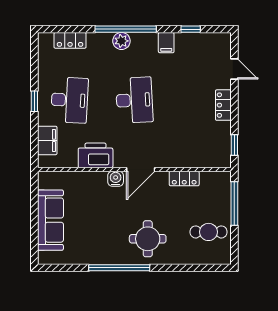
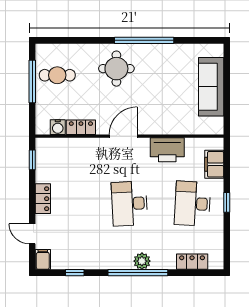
filing cabinet: (166, 43) -> (43, 259), moved
water cooler: (116, 179) -> (58, 127), moved
window: (234, 204) -> (32, 81), moved

